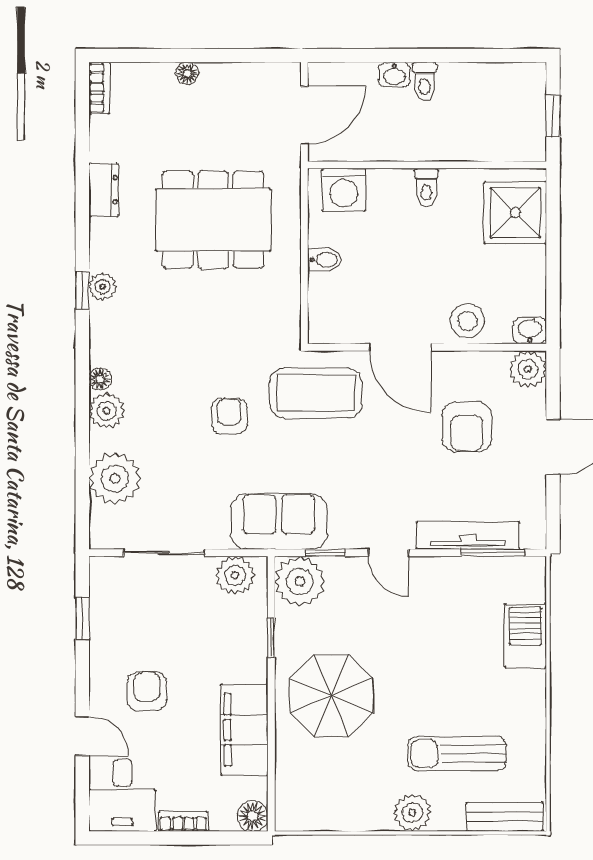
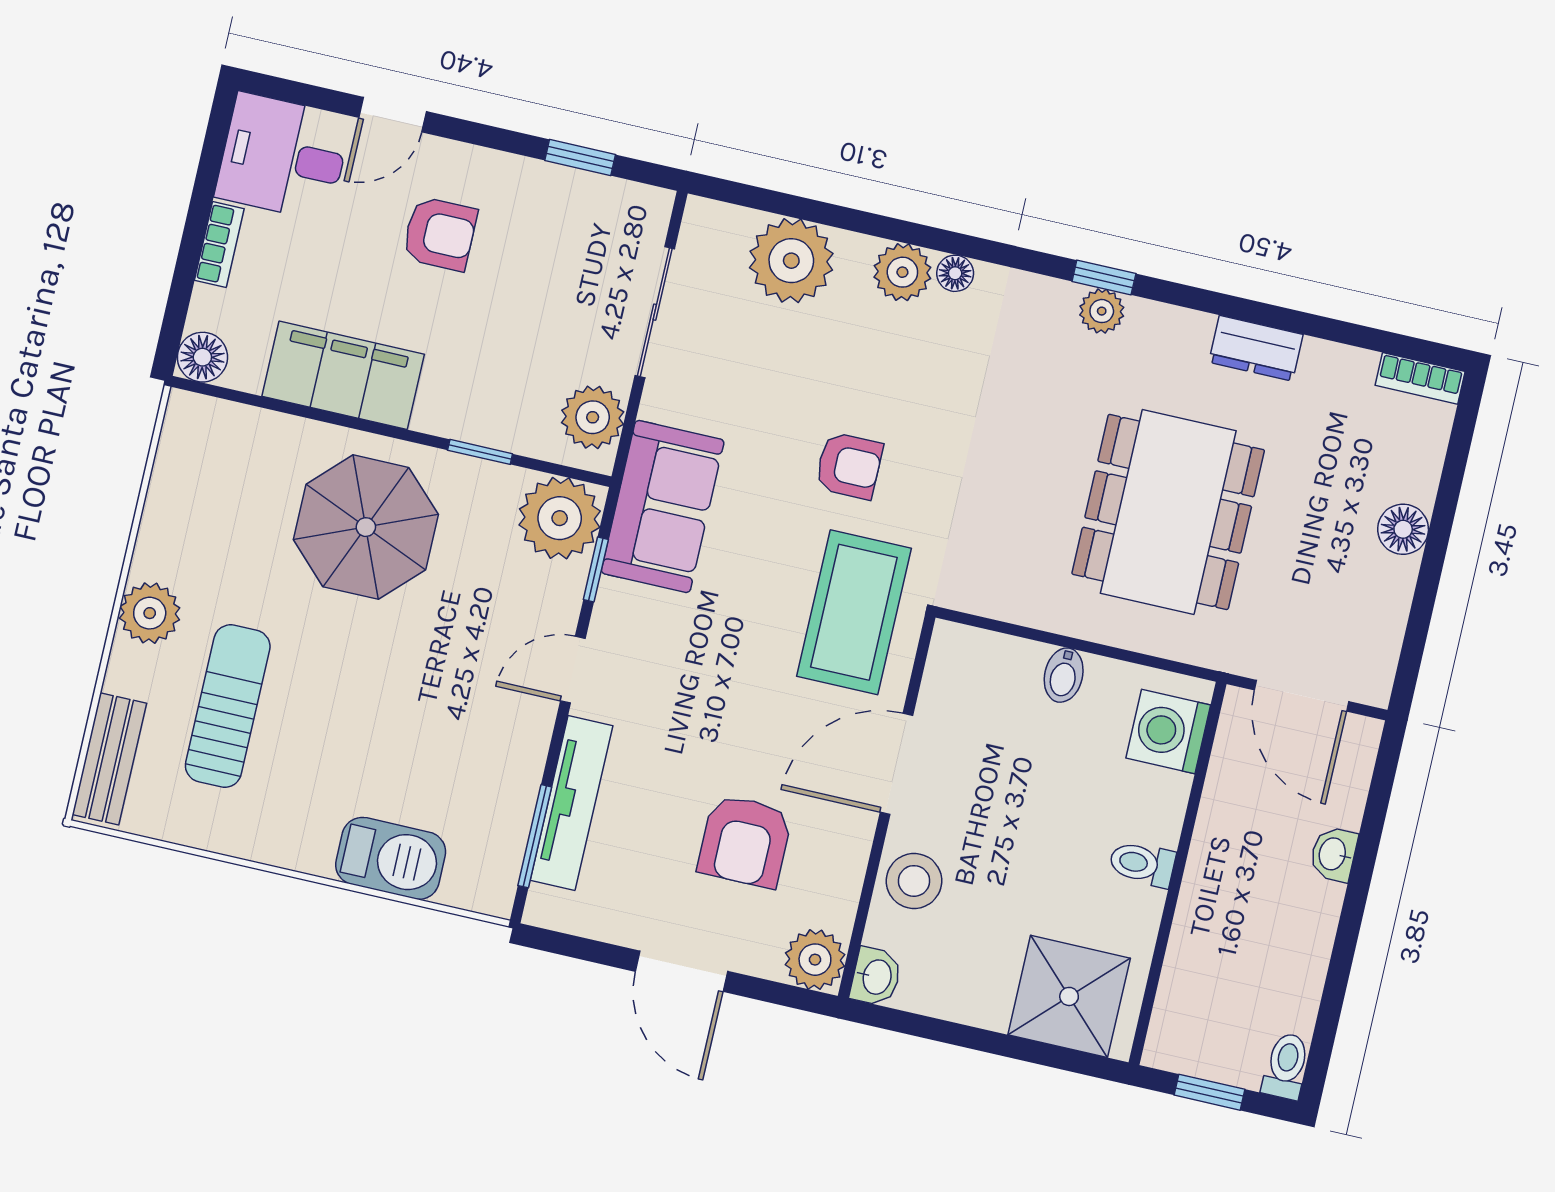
floor lamp: (187, 73) -> (1403, 529), width x1.37, depth x1.37
toilet: (424, 81) -> (1286, 1066), moved, turned 90
armchair: (467, 427) -> (745, 841), turned -90

